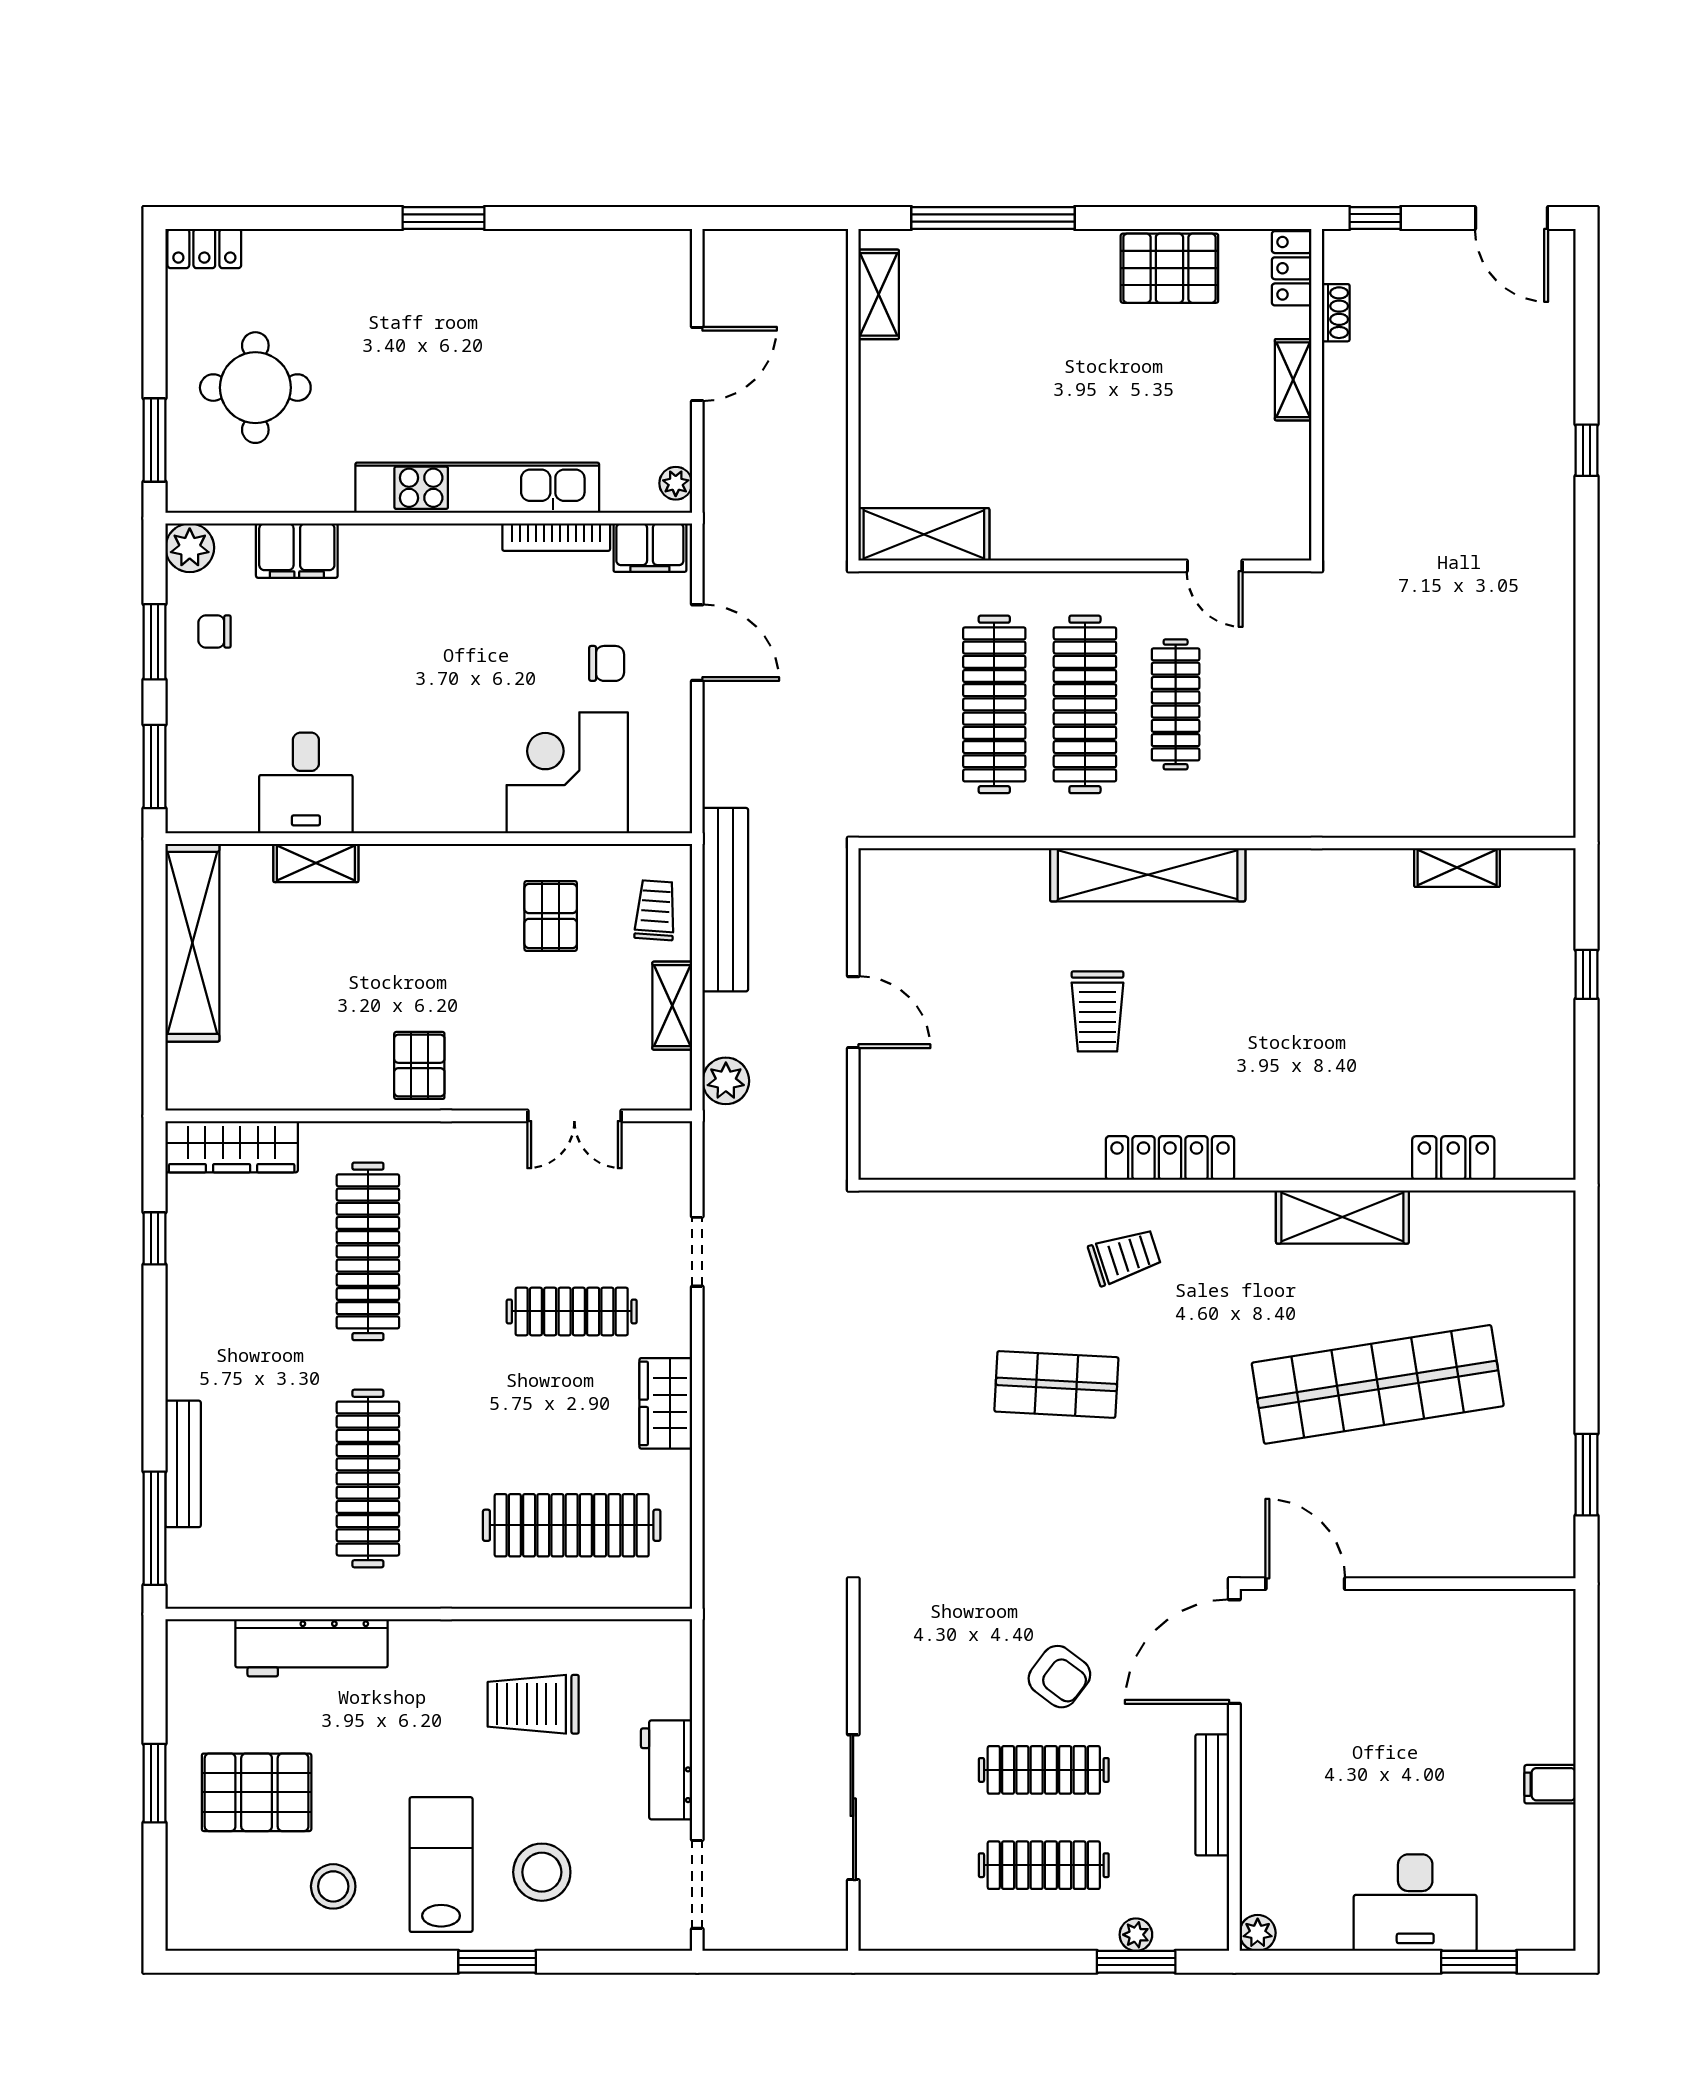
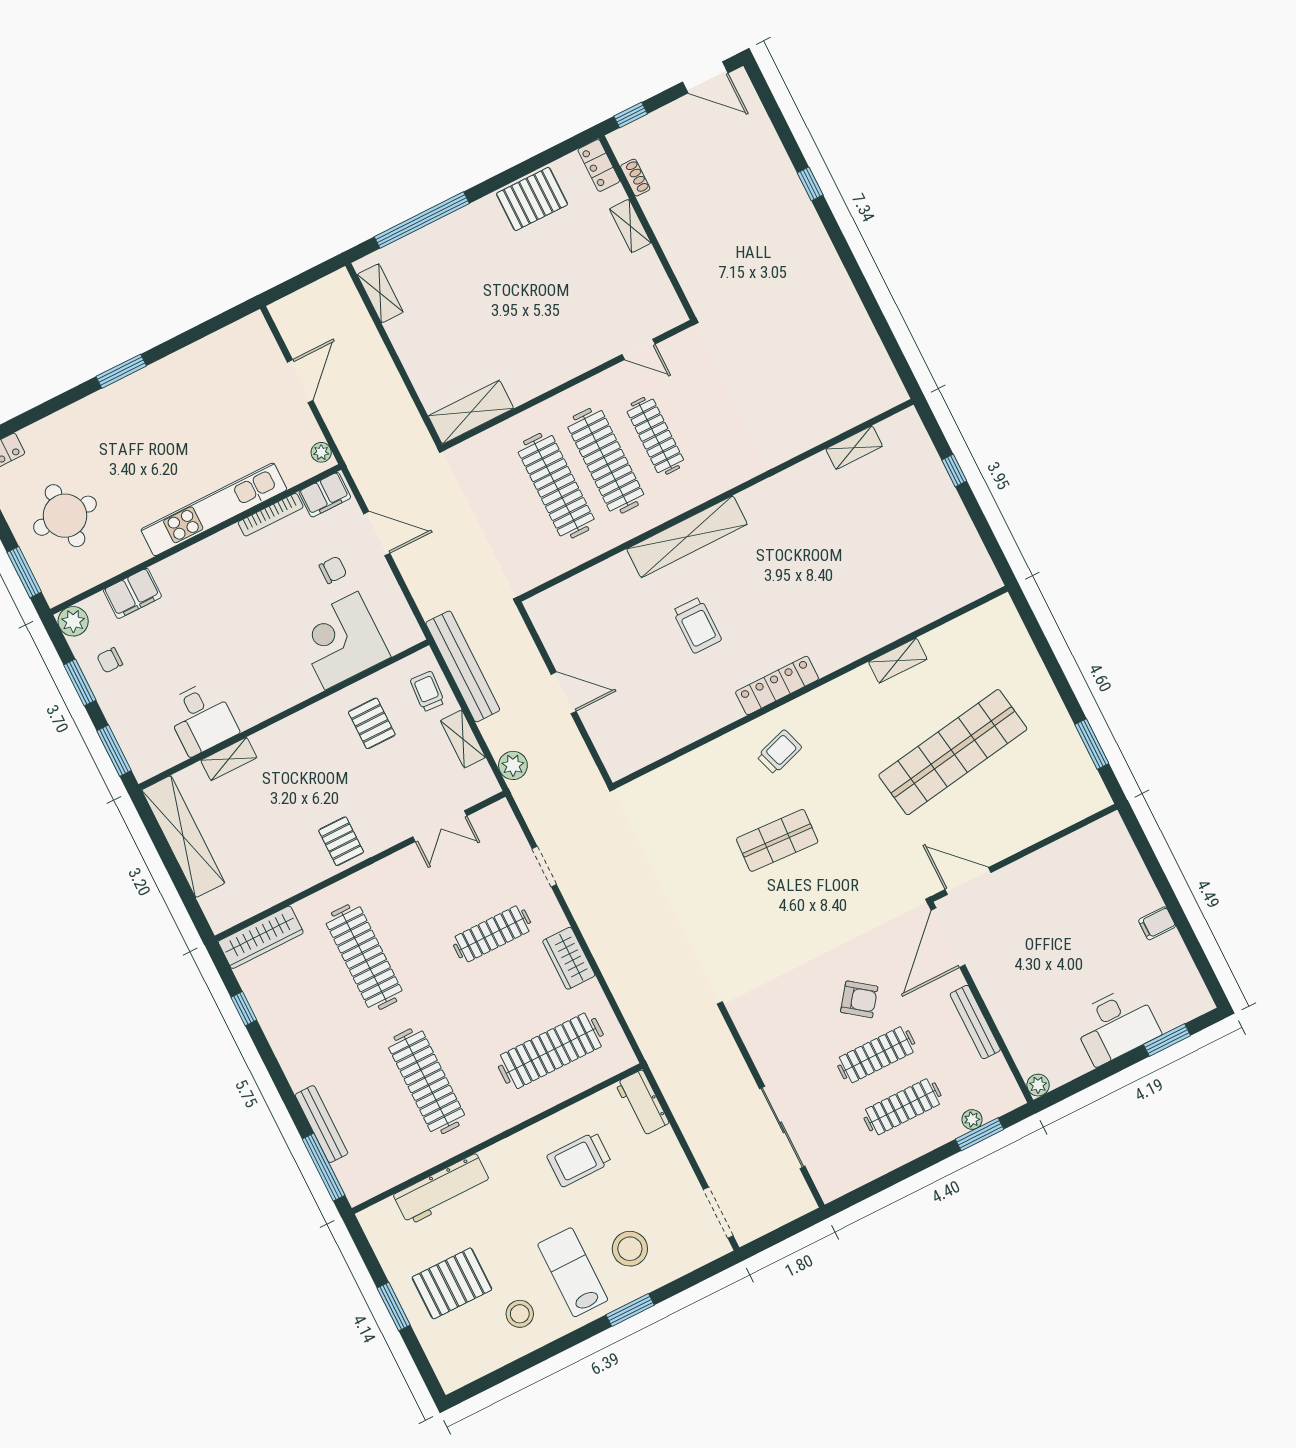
locker: (1453, 1158) -> (932, 608), removed
shelving: (1342, 1217) -> (898, 660), width x0.67, depth x0.75
workbench: (667, 1770) -> (642, 1103), moved

